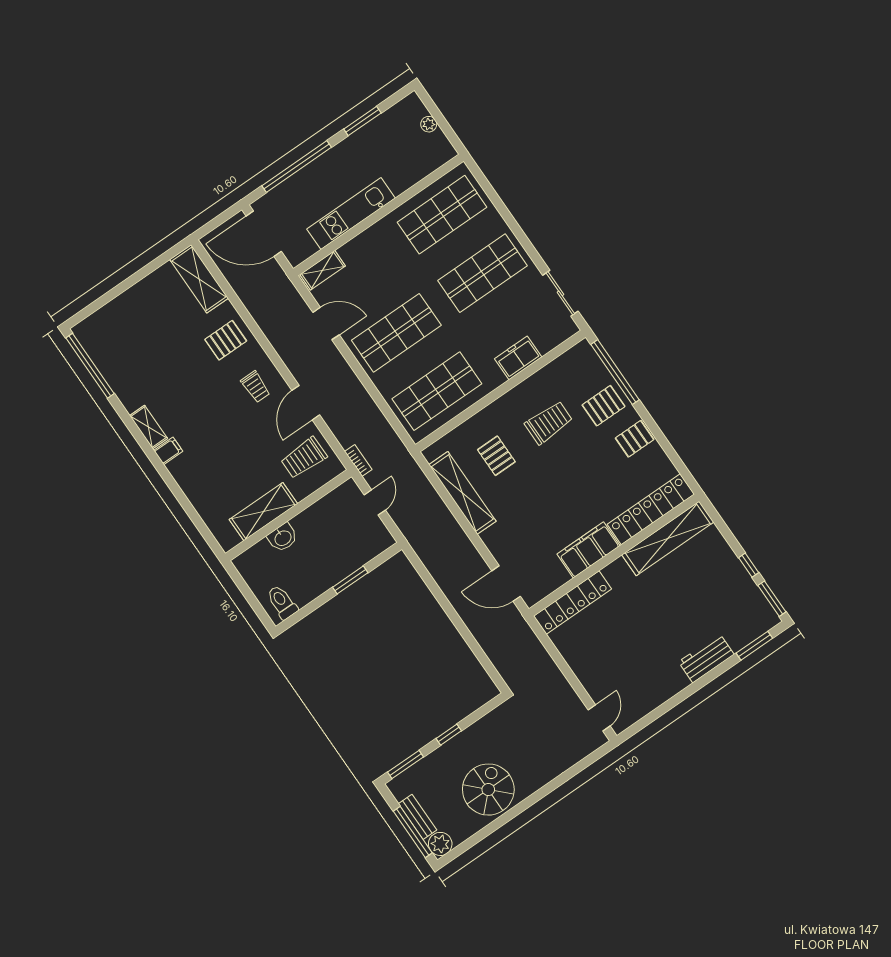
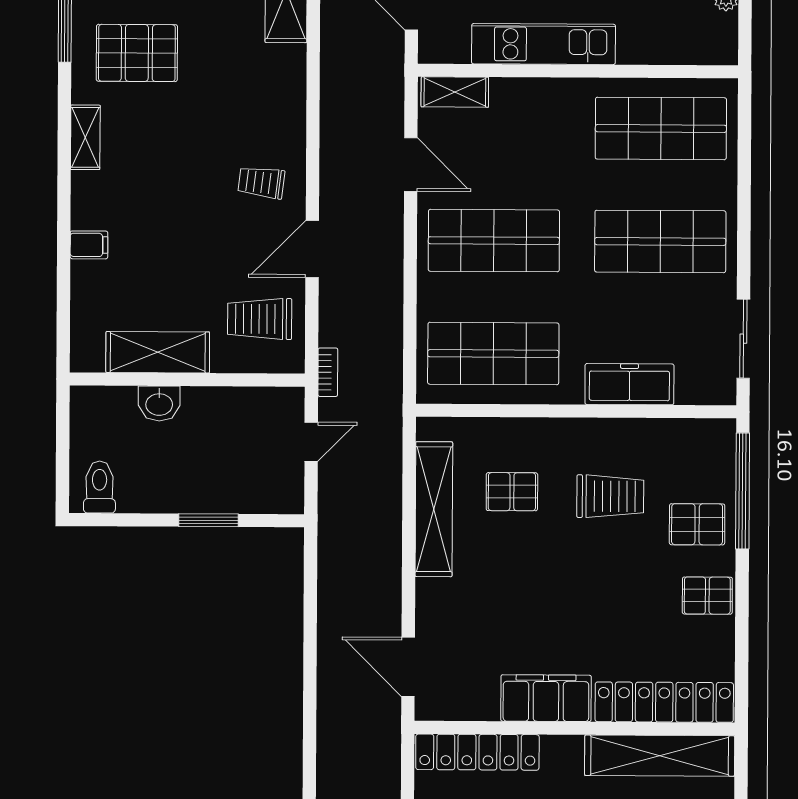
pallet: (226, 340) -> (137, 53), moved, width x1.50, depth x1.42
freezer: (518, 358) -> (629, 384), width x1.40
trolley: (255, 387) -> (261, 182), turned 97
filing cabinet: (168, 451) -> (89, 245), moved
pallet: (496, 456) -> (512, 492), turned 90

